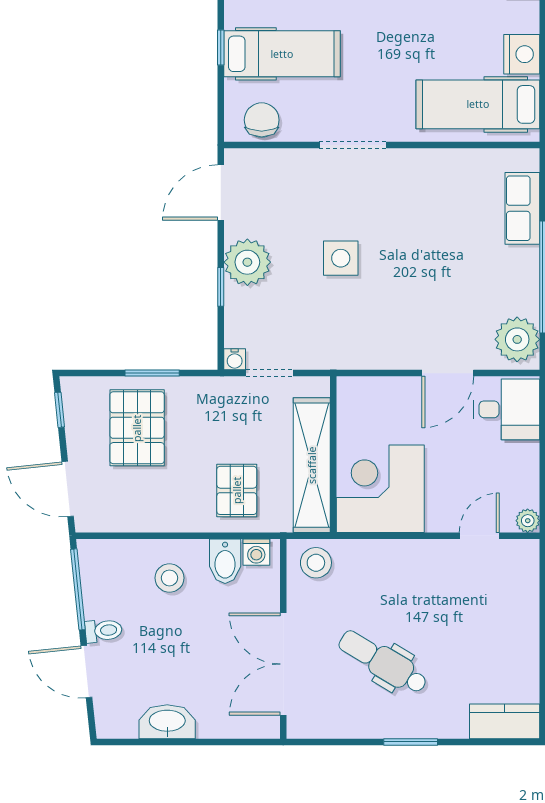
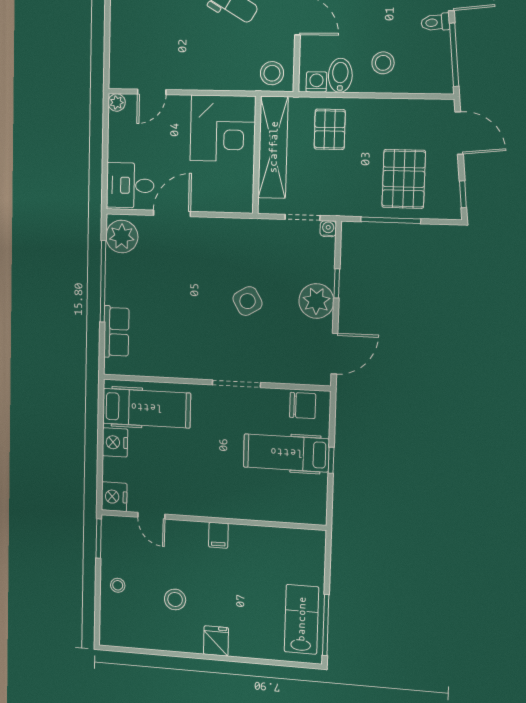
chair: (262, 120) -> (303, 406), turned -90
side table: (341, 258) -> (248, 301), turned -30
window: (152, 373) -> (391, 220), width x1.44

